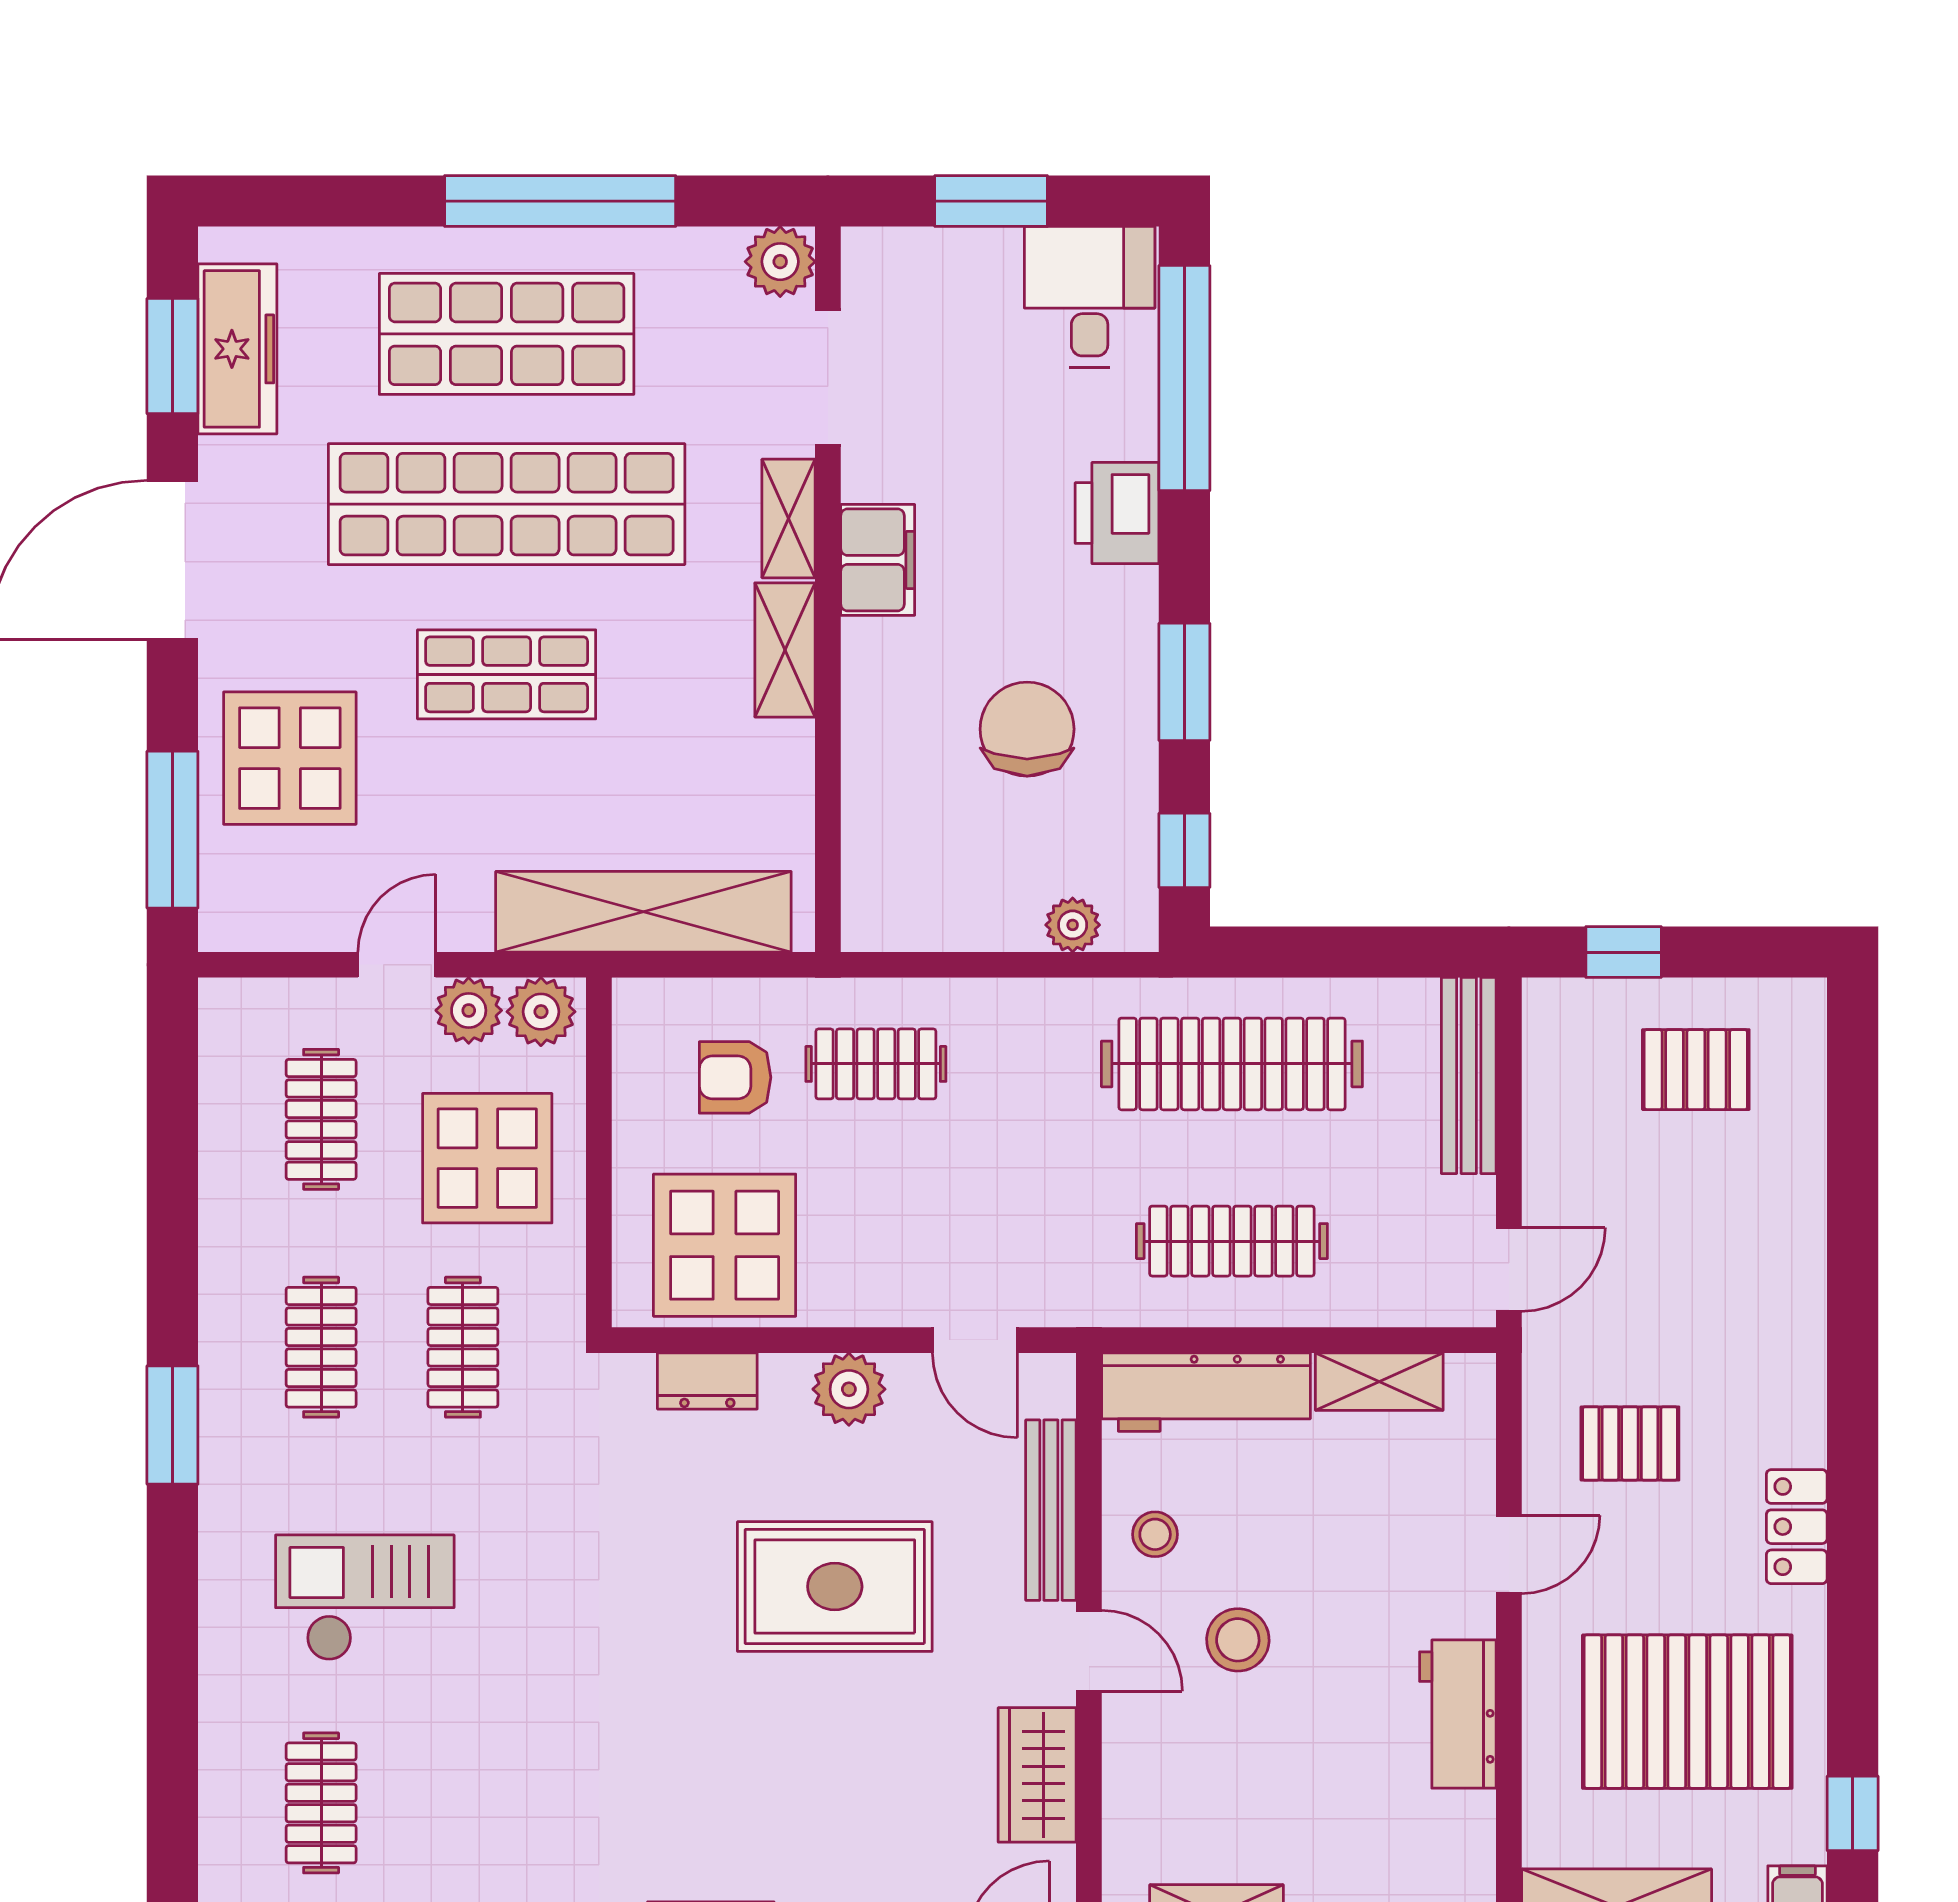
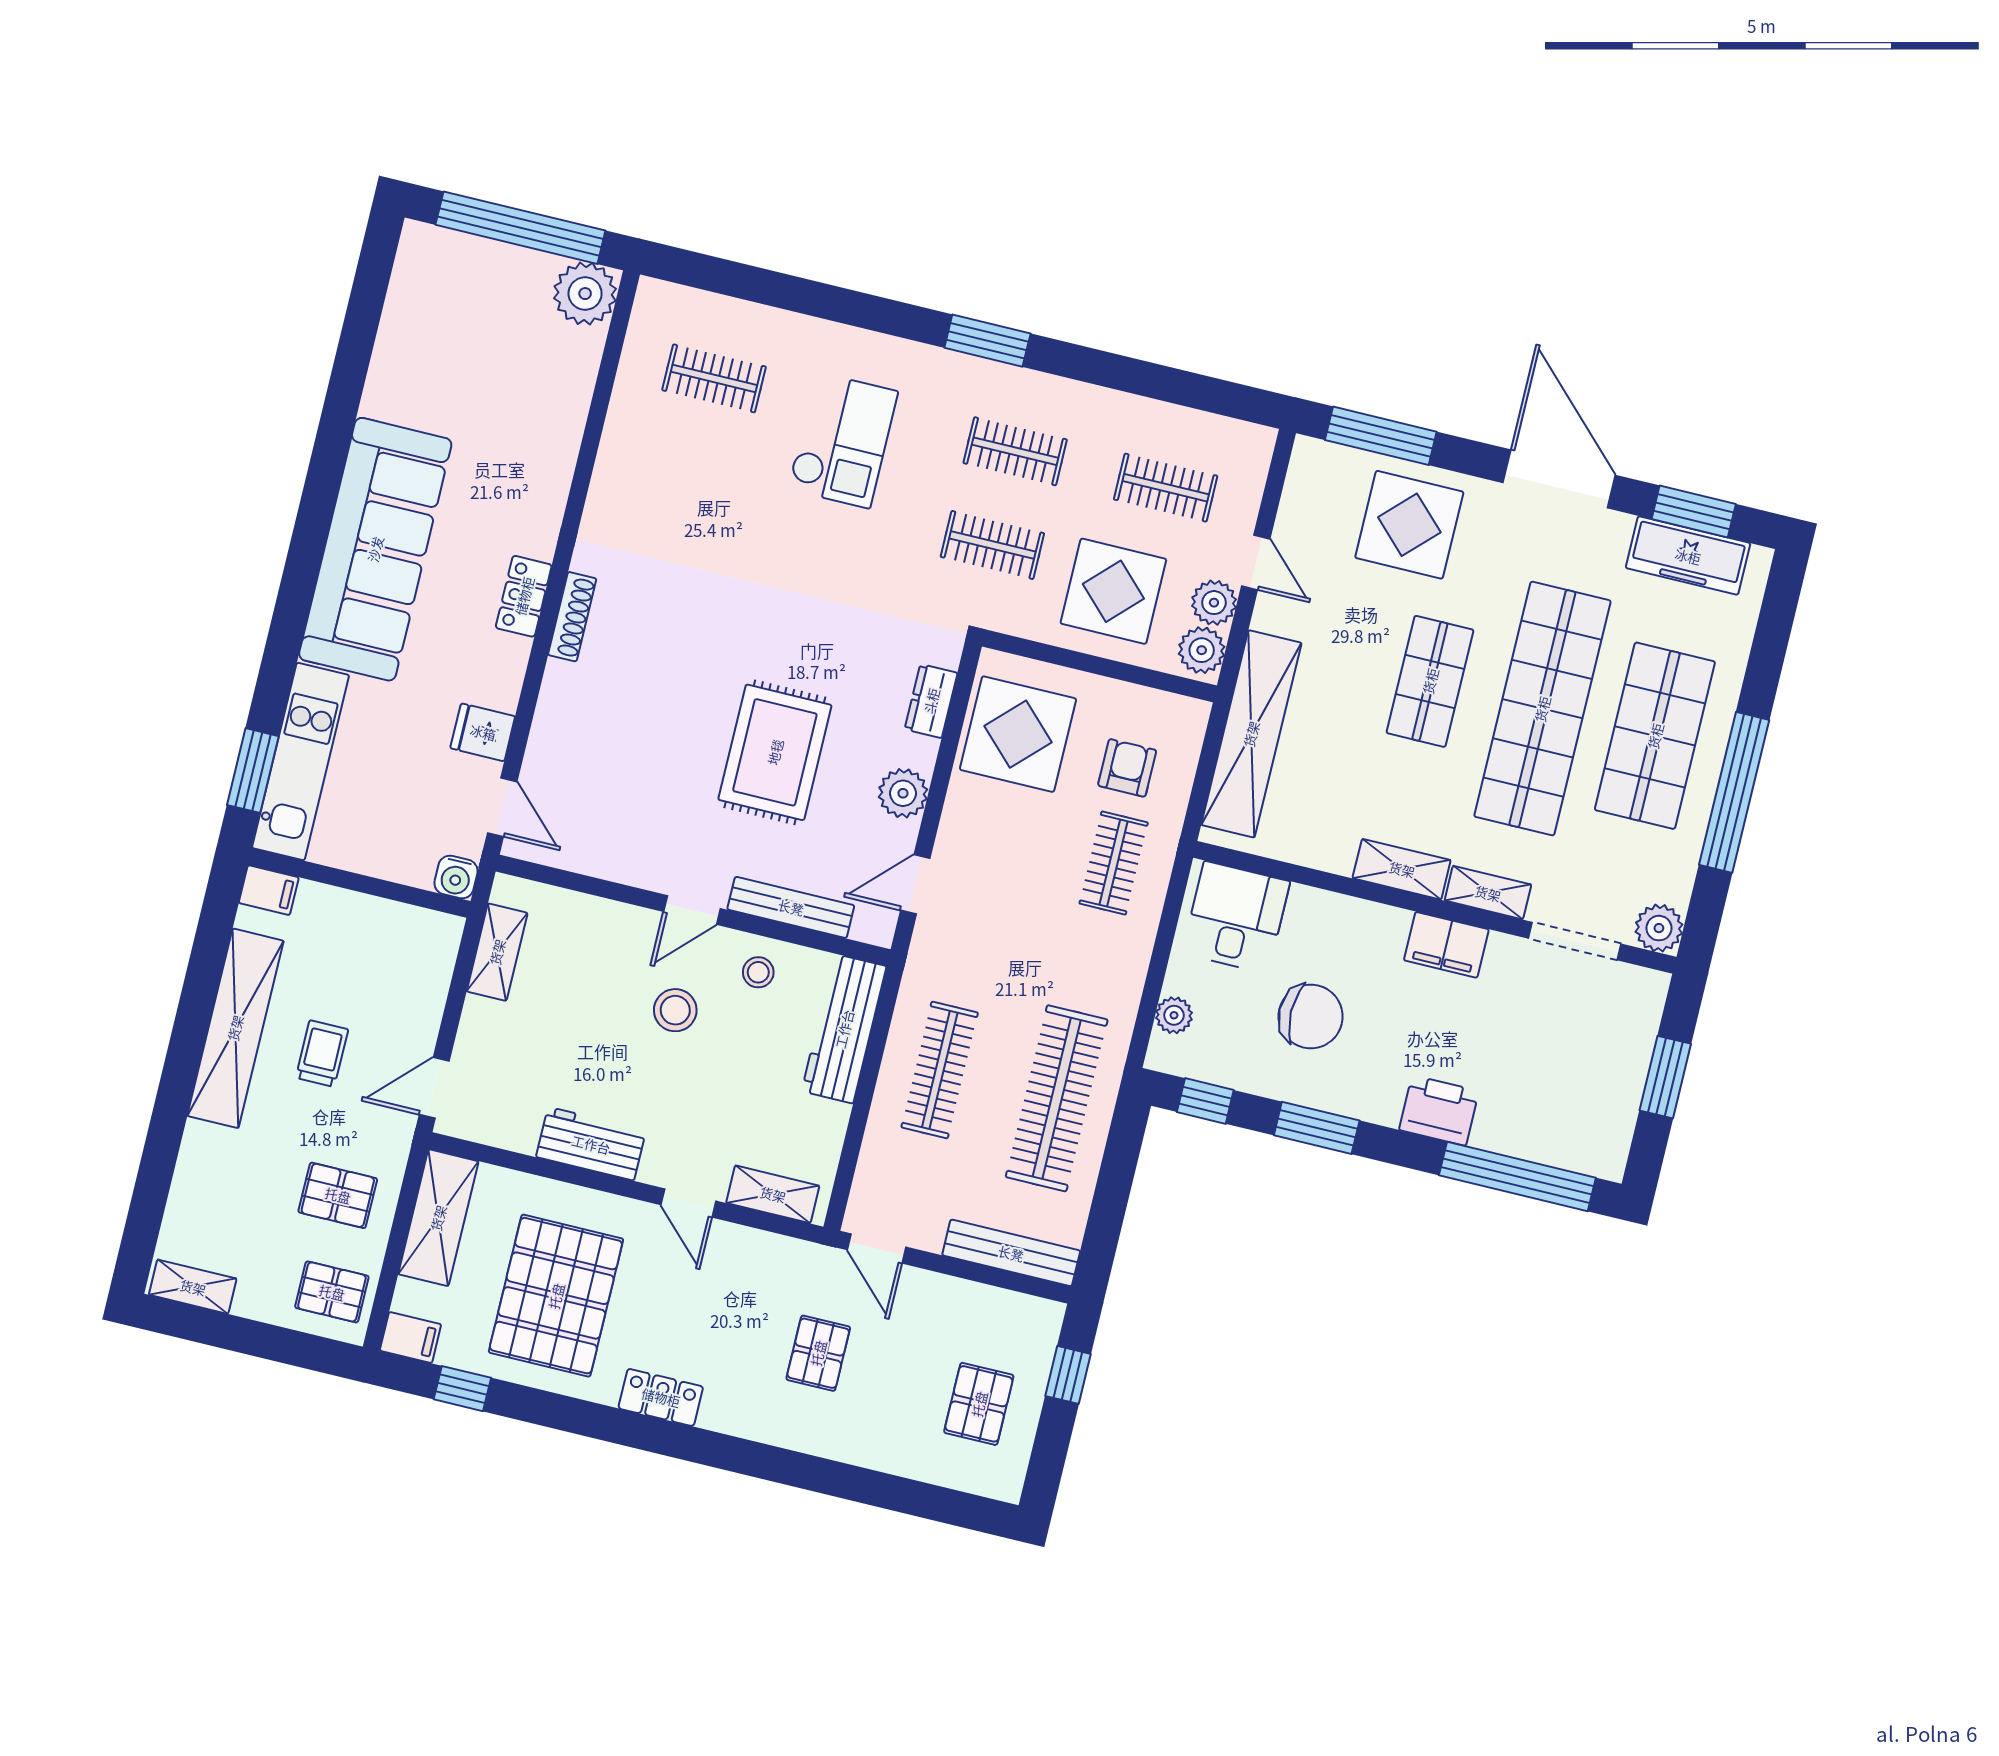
desk: (1090, 297) -> (1236, 917), moved, turned -90
shelving: (1379, 1382) -> (773, 1194), moved, turned 90
pallet: (1630, 1443) -> (818, 1353), moved
wardrobe: (1037, 1775) -> (618, 856), removed

